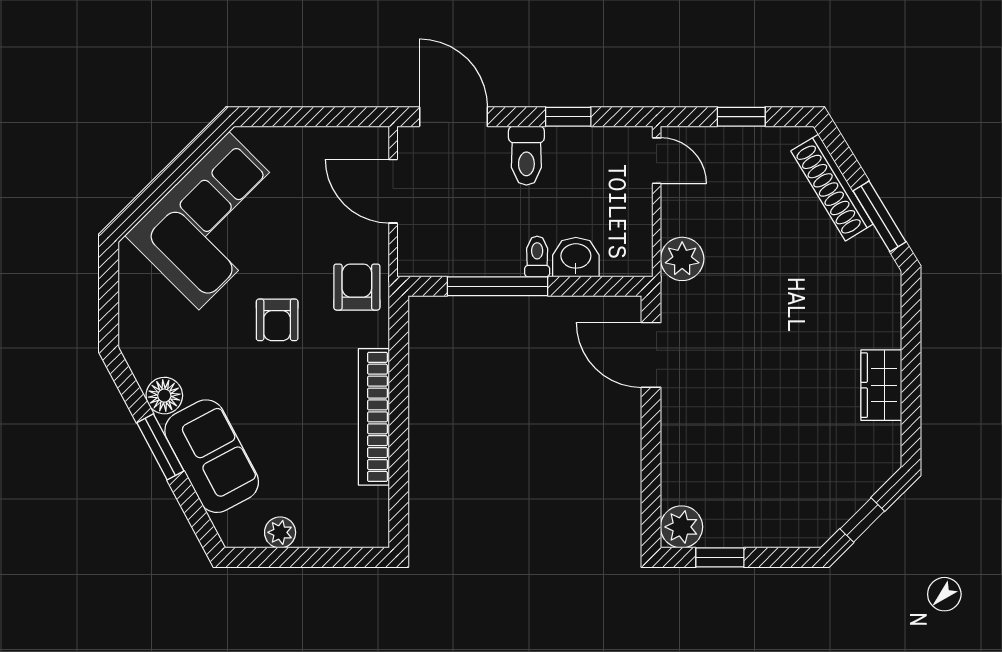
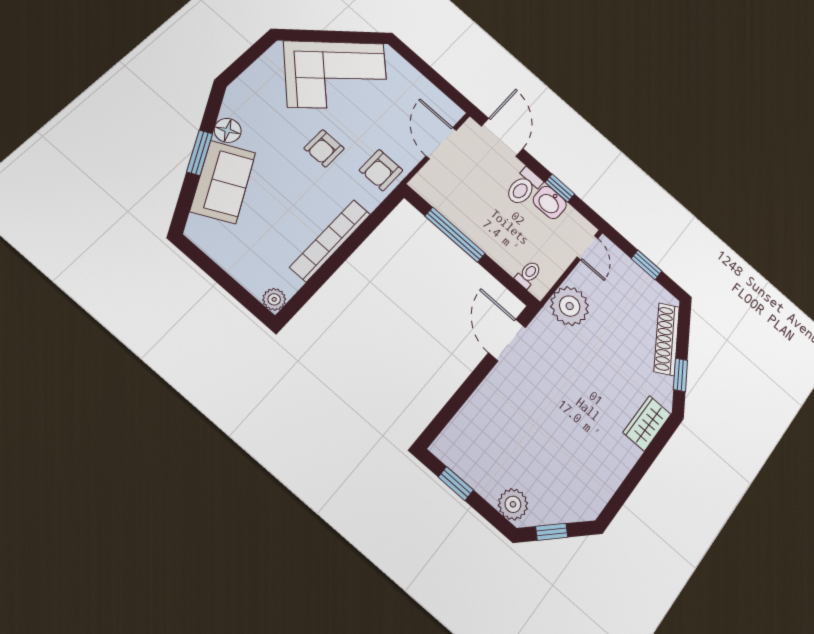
window: (879, 216) -> (680, 375), width x0.67
toilet: (537, 256) -> (528, 274), moved
washbasin: (576, 257) -> (550, 202), moved, turned 180
plant: (682, 259) -> (570, 306), width x1.36, depth x1.36
armchair: (357, 287) -> (381, 170), turned 180
wardrobe: (881, 385) -> (647, 423), moved
plant: (681, 527) -> (513, 504), moved
plant: (280, 532) -> (274, 299), moved

